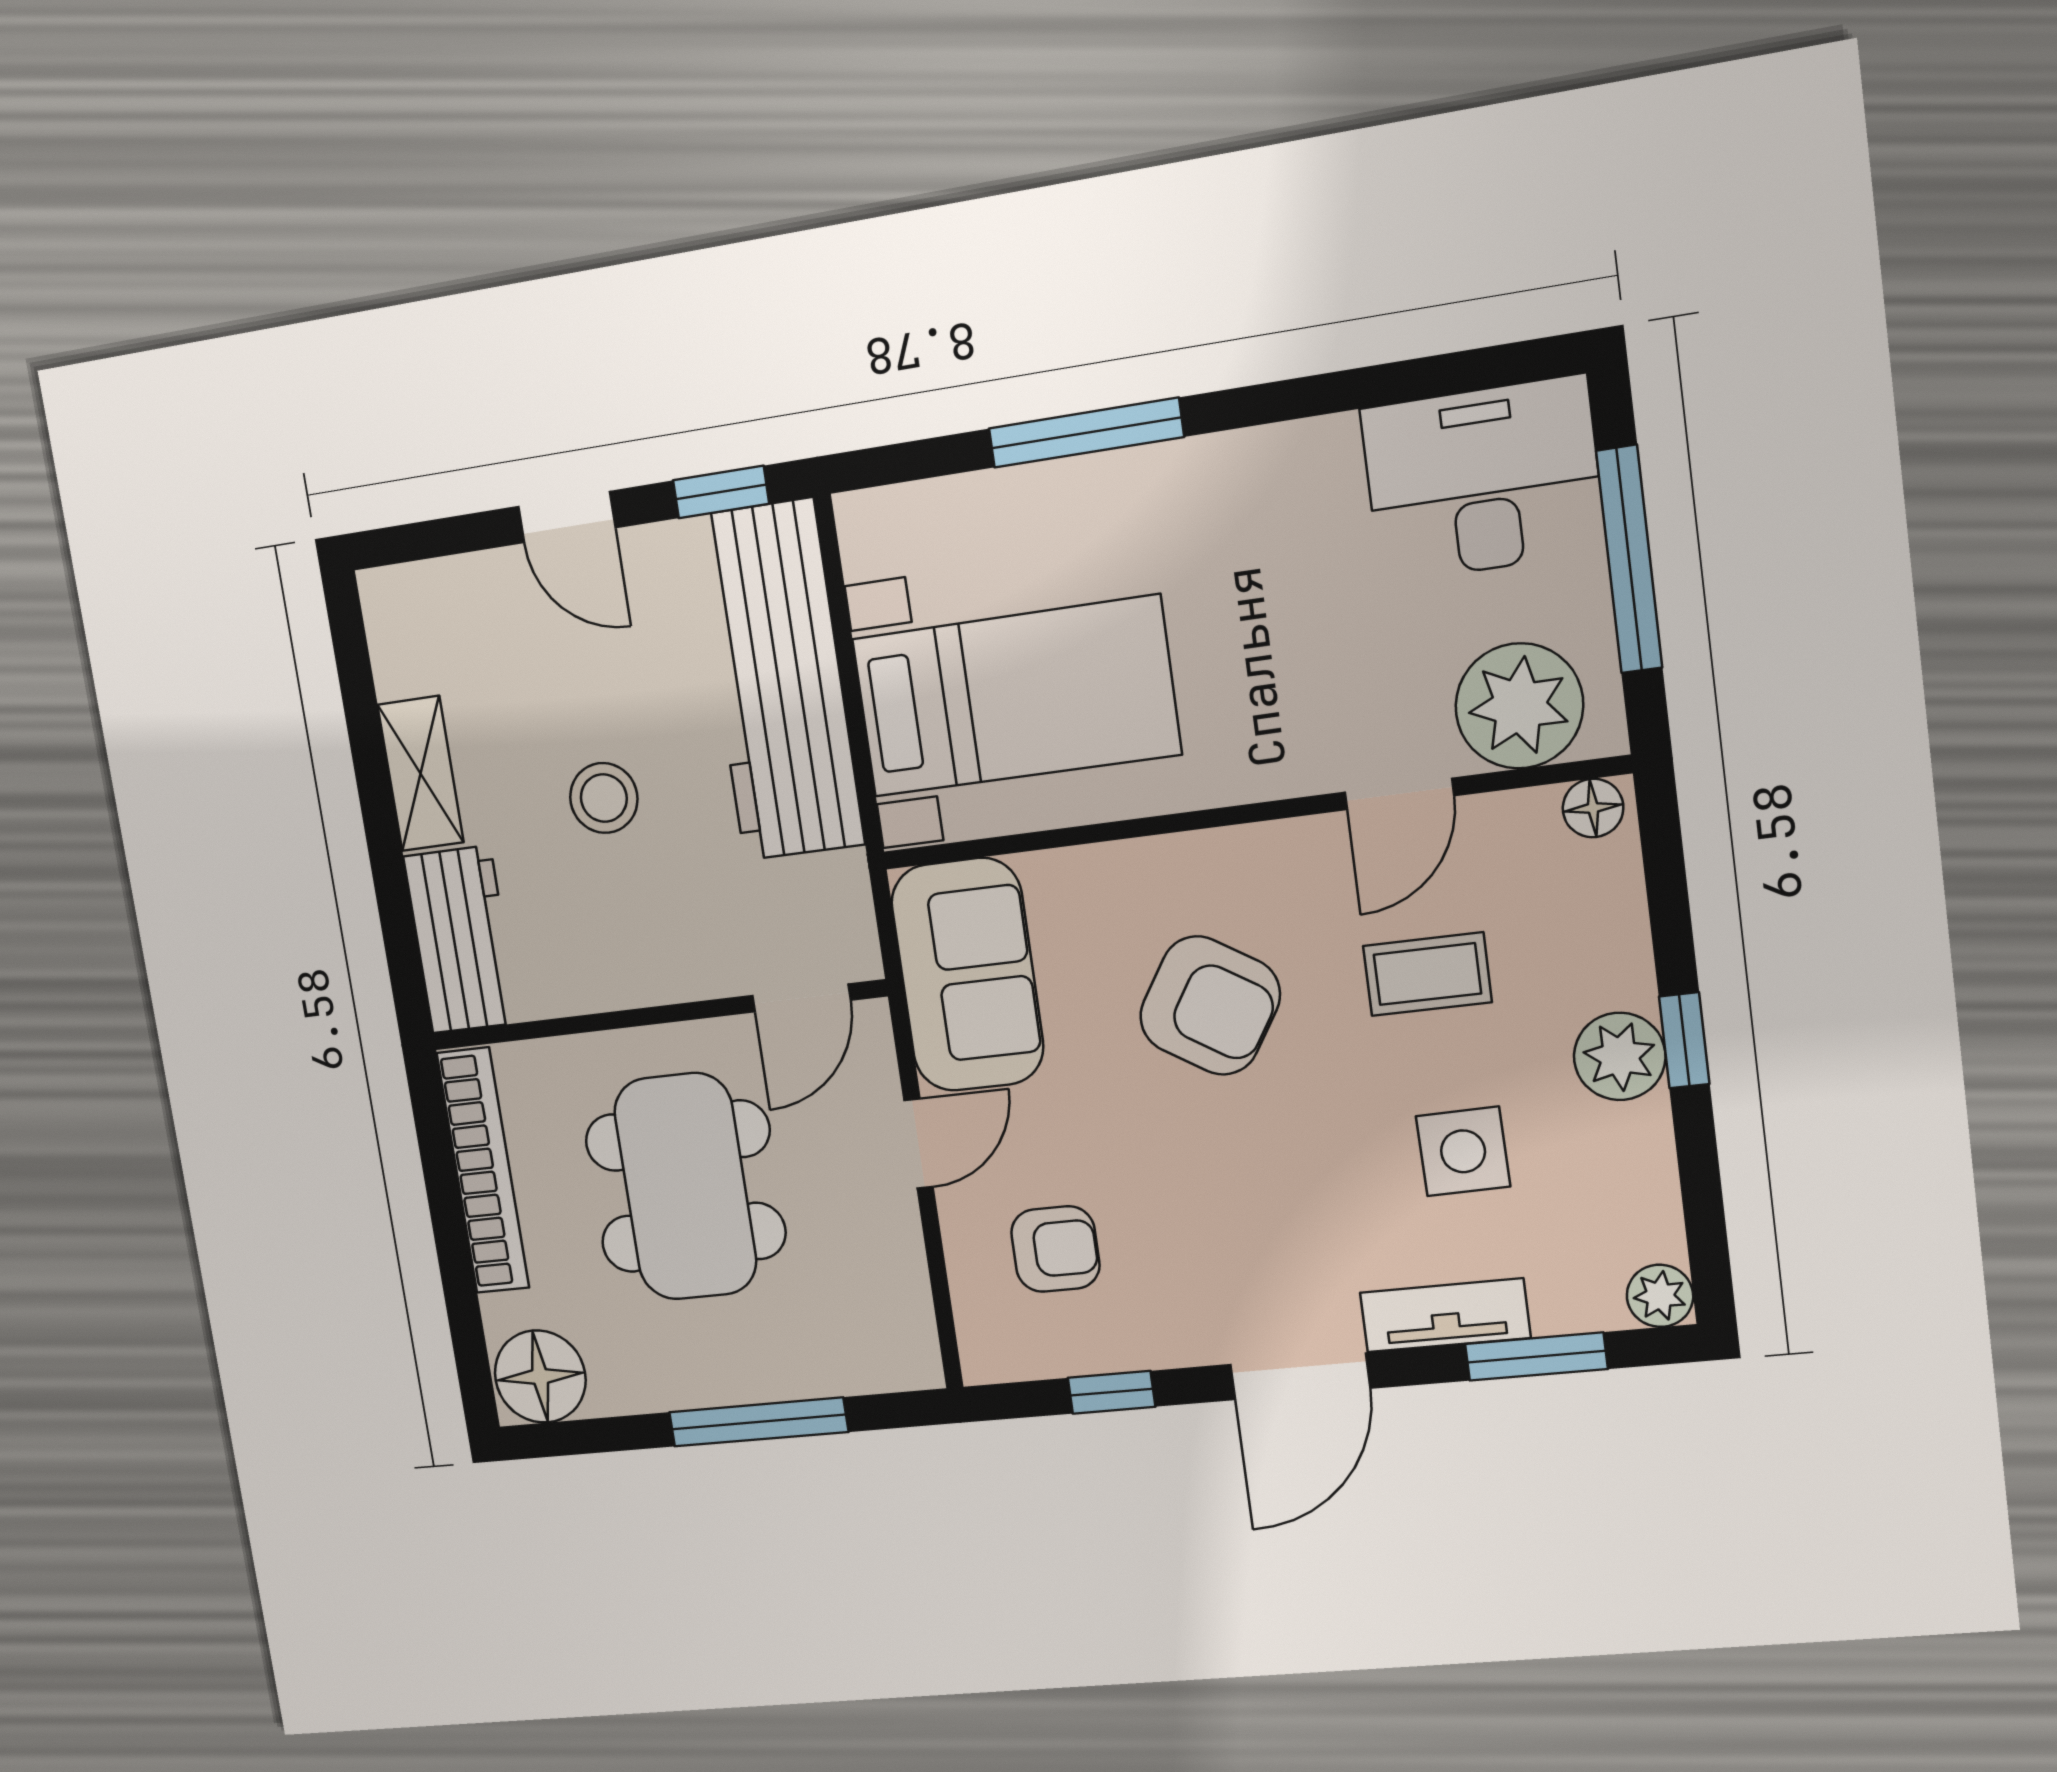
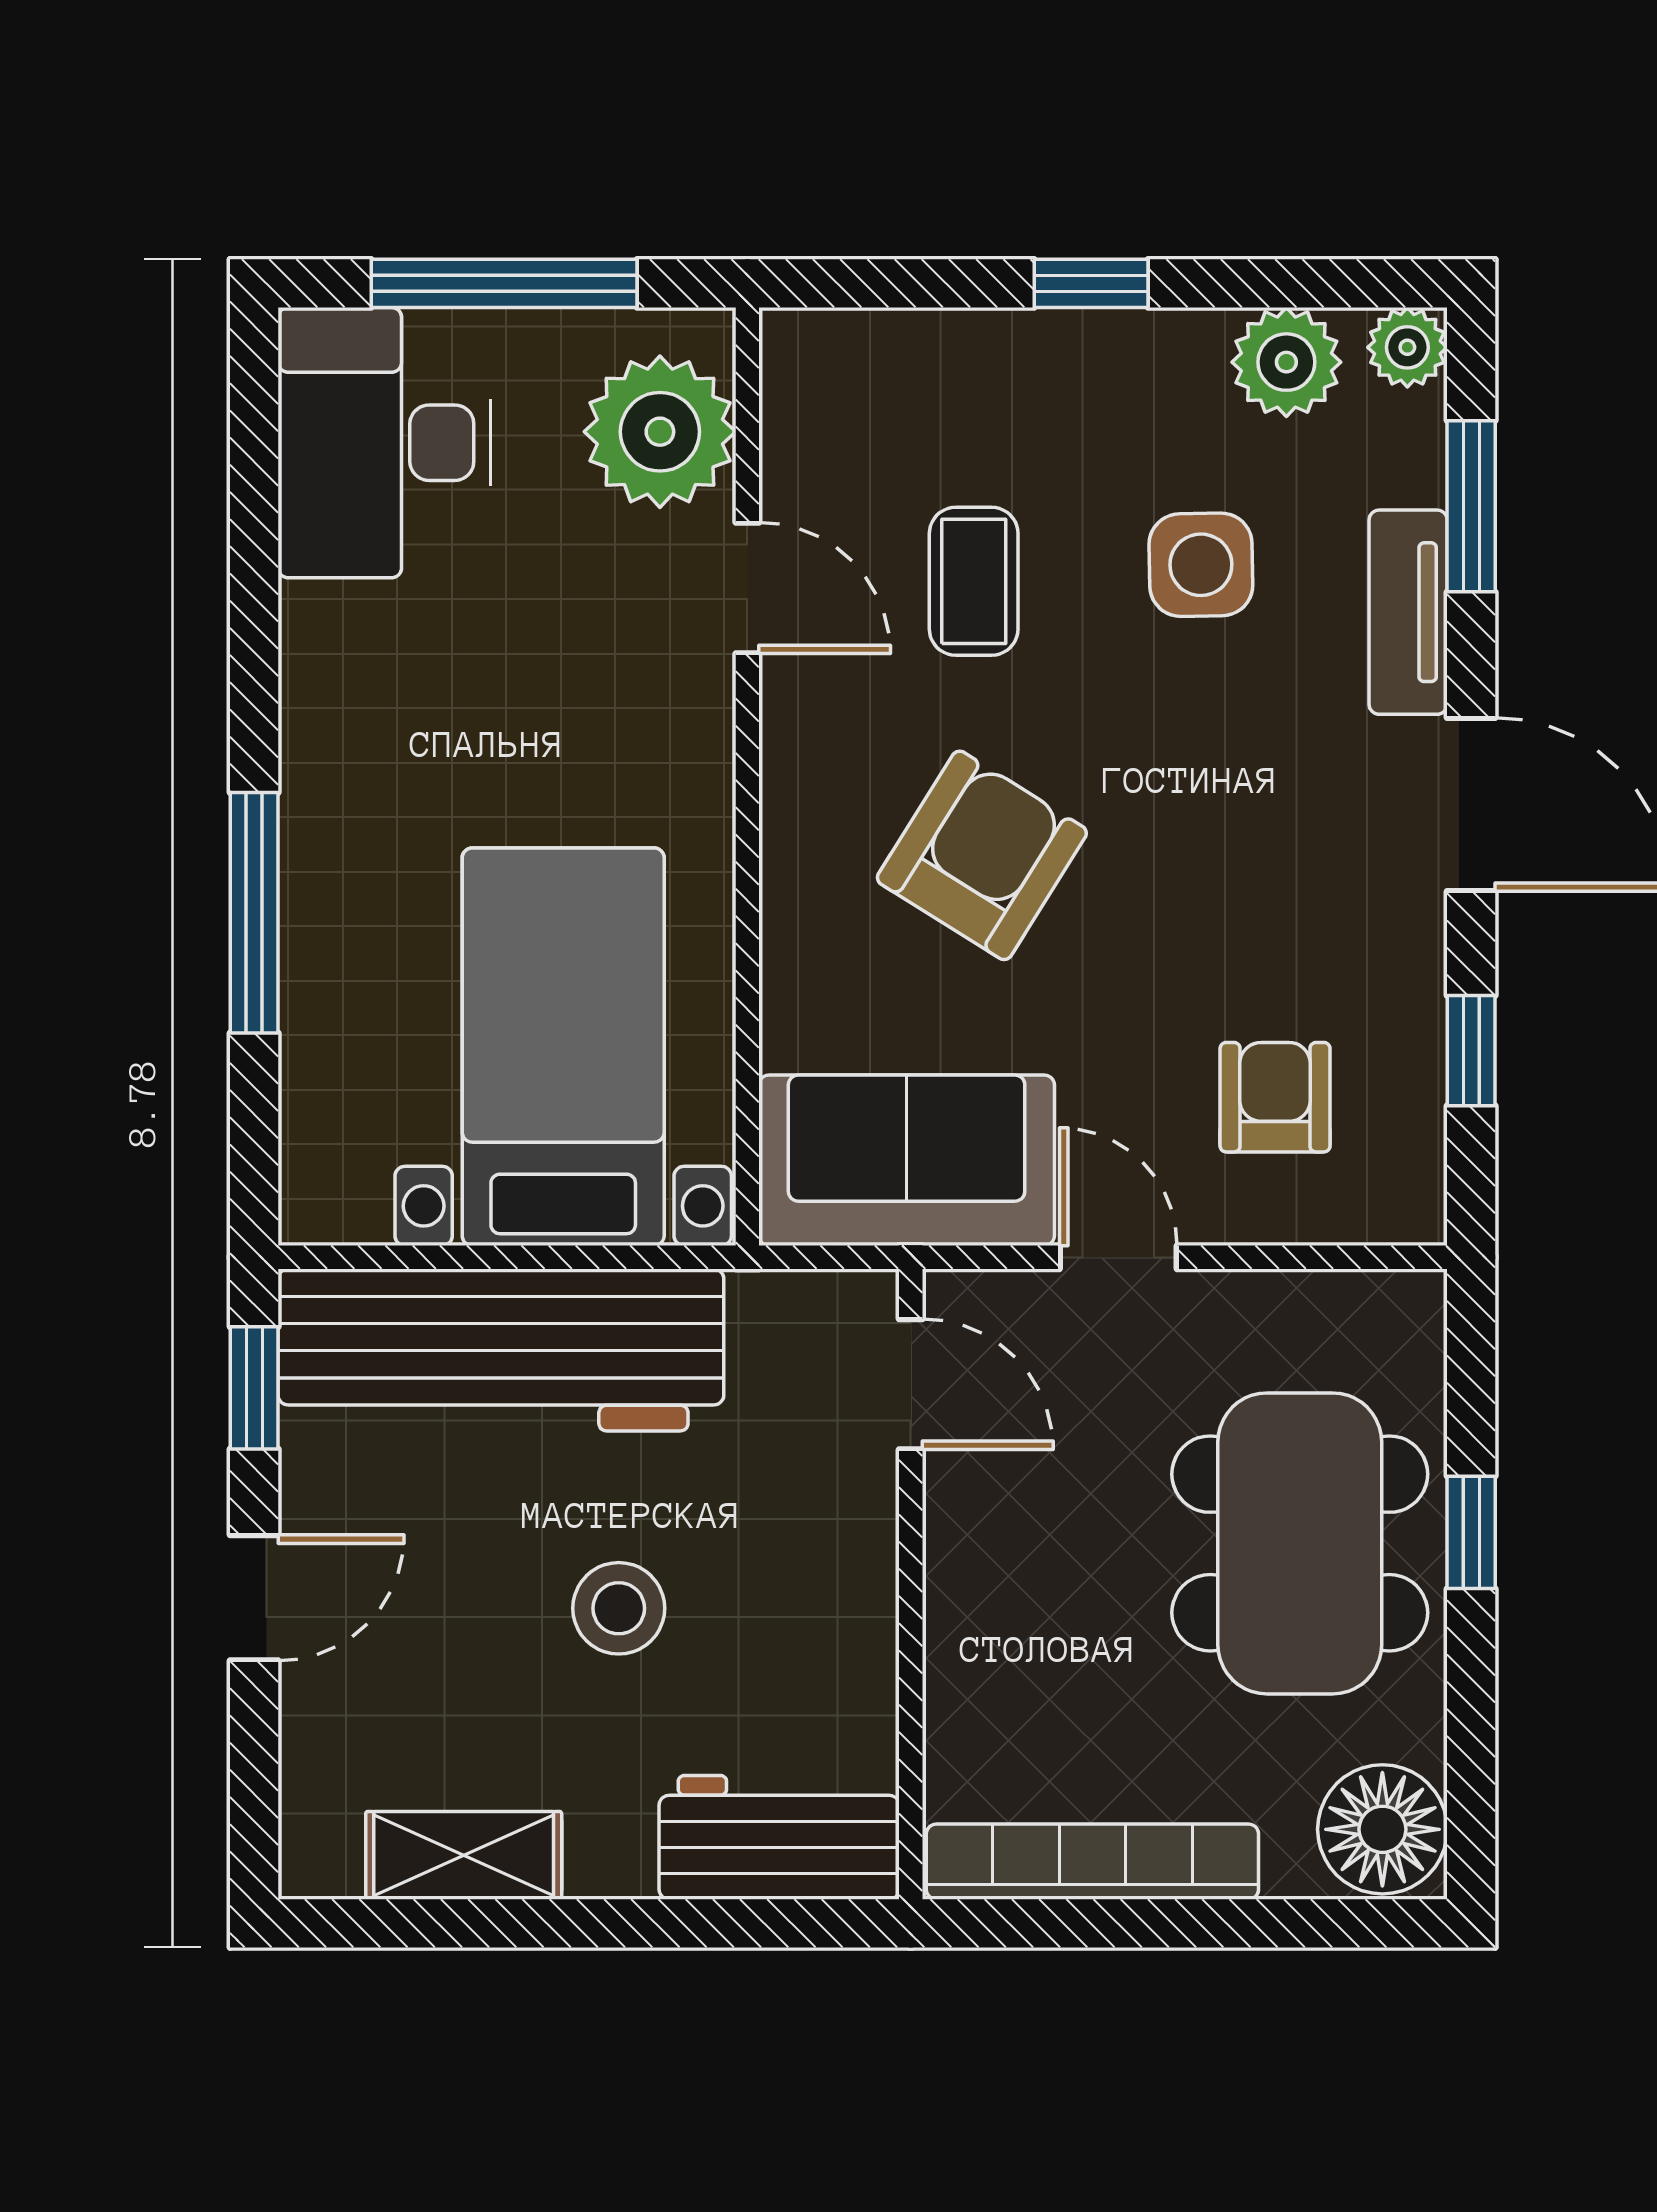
shelving: (421, 774) -> (464, 1855), moved
floor lamp: (1593, 808) -> (795, 359), removed
plant: (1620, 1056) -> (1286, 362), moved
dining table: (685, 1187) -> (1300, 1543), moved, turned 90
window: (758, 1422) -> (1471, 1532), width x0.46

